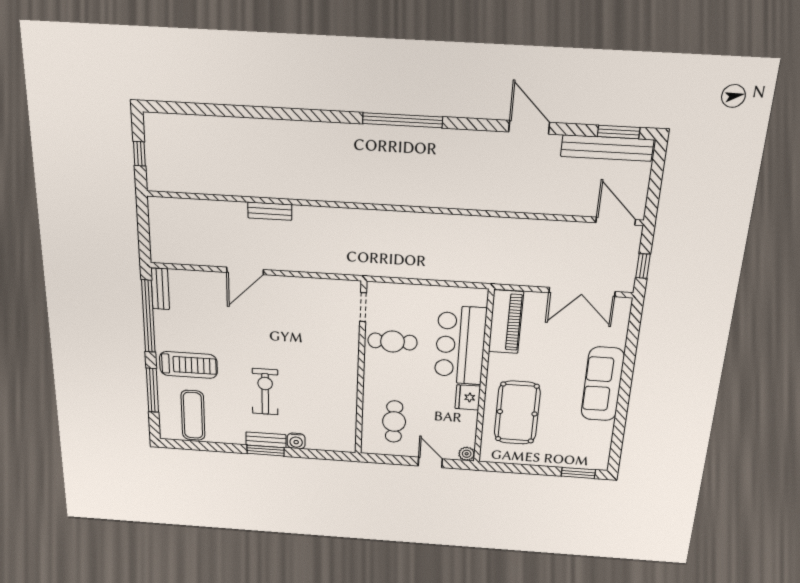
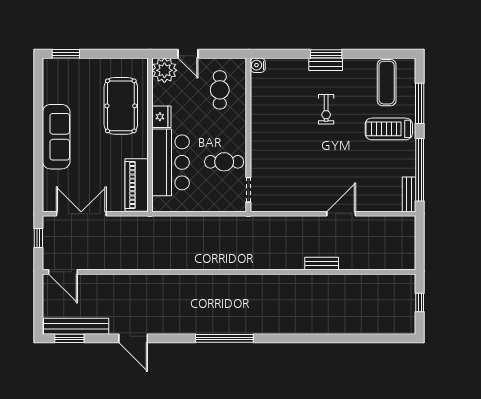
exercise bike: (265, 392) -> (326, 109), width x0.73, depth x0.72
water cooler: (296, 441) -> (258, 65), moved, turned -90
plant: (467, 454) -> (164, 70), width x1.87, depth x1.87

